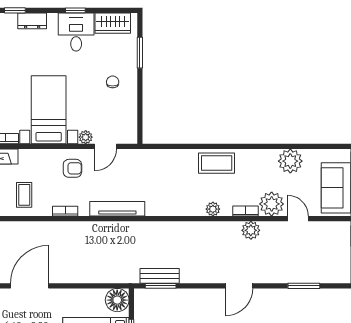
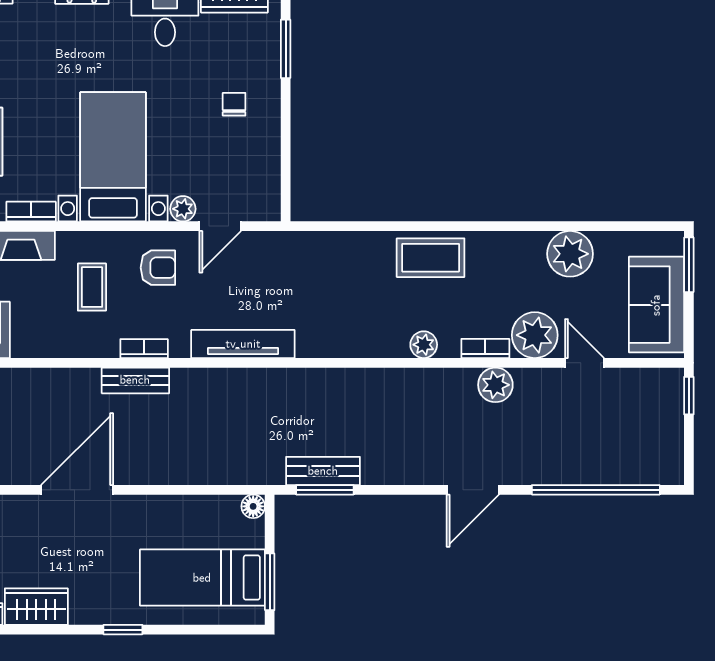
coffee table: (24, 195) -> (92, 287), moved
bench: (61, 228) -> (135, 380), added
window: (304, 286) -> (596, 490), width x2.11
floor lamp: (117, 300) -> (253, 506), width x0.53, depth x0.53

